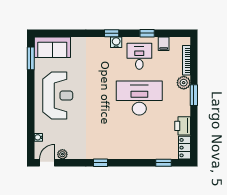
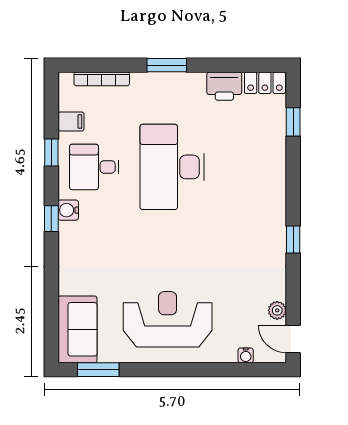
plant: (184, 83) -> (144, 84), removed

